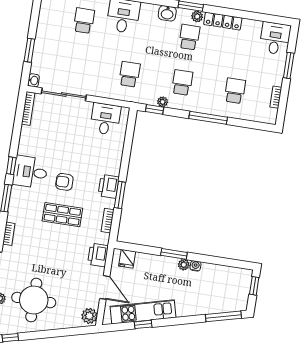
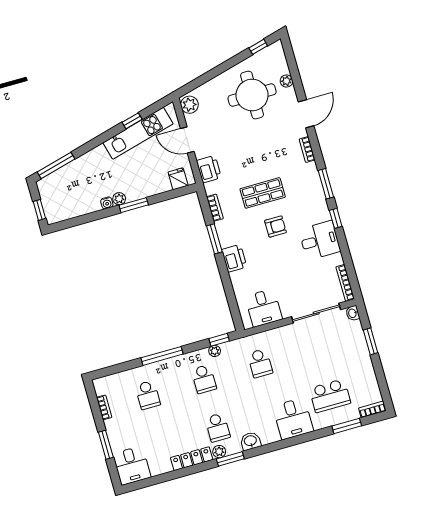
school desk: (84, 21) -> (330, 396), width x1.85
desk: (30, 172) -> (320, 240), moved
printer: (109, 186) -> (234, 258), moved

